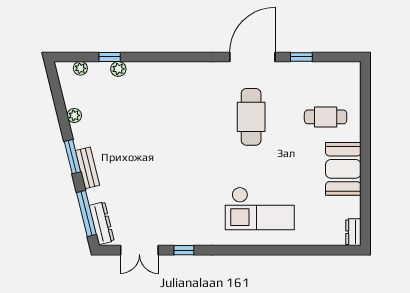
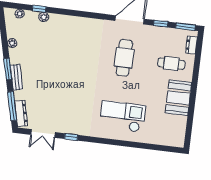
window: (341, 57) -> (186, 27), added
checkout: (260, 209) -> (123, 116), turned 180
dresser: (353, 232) -> (192, 45), moved

